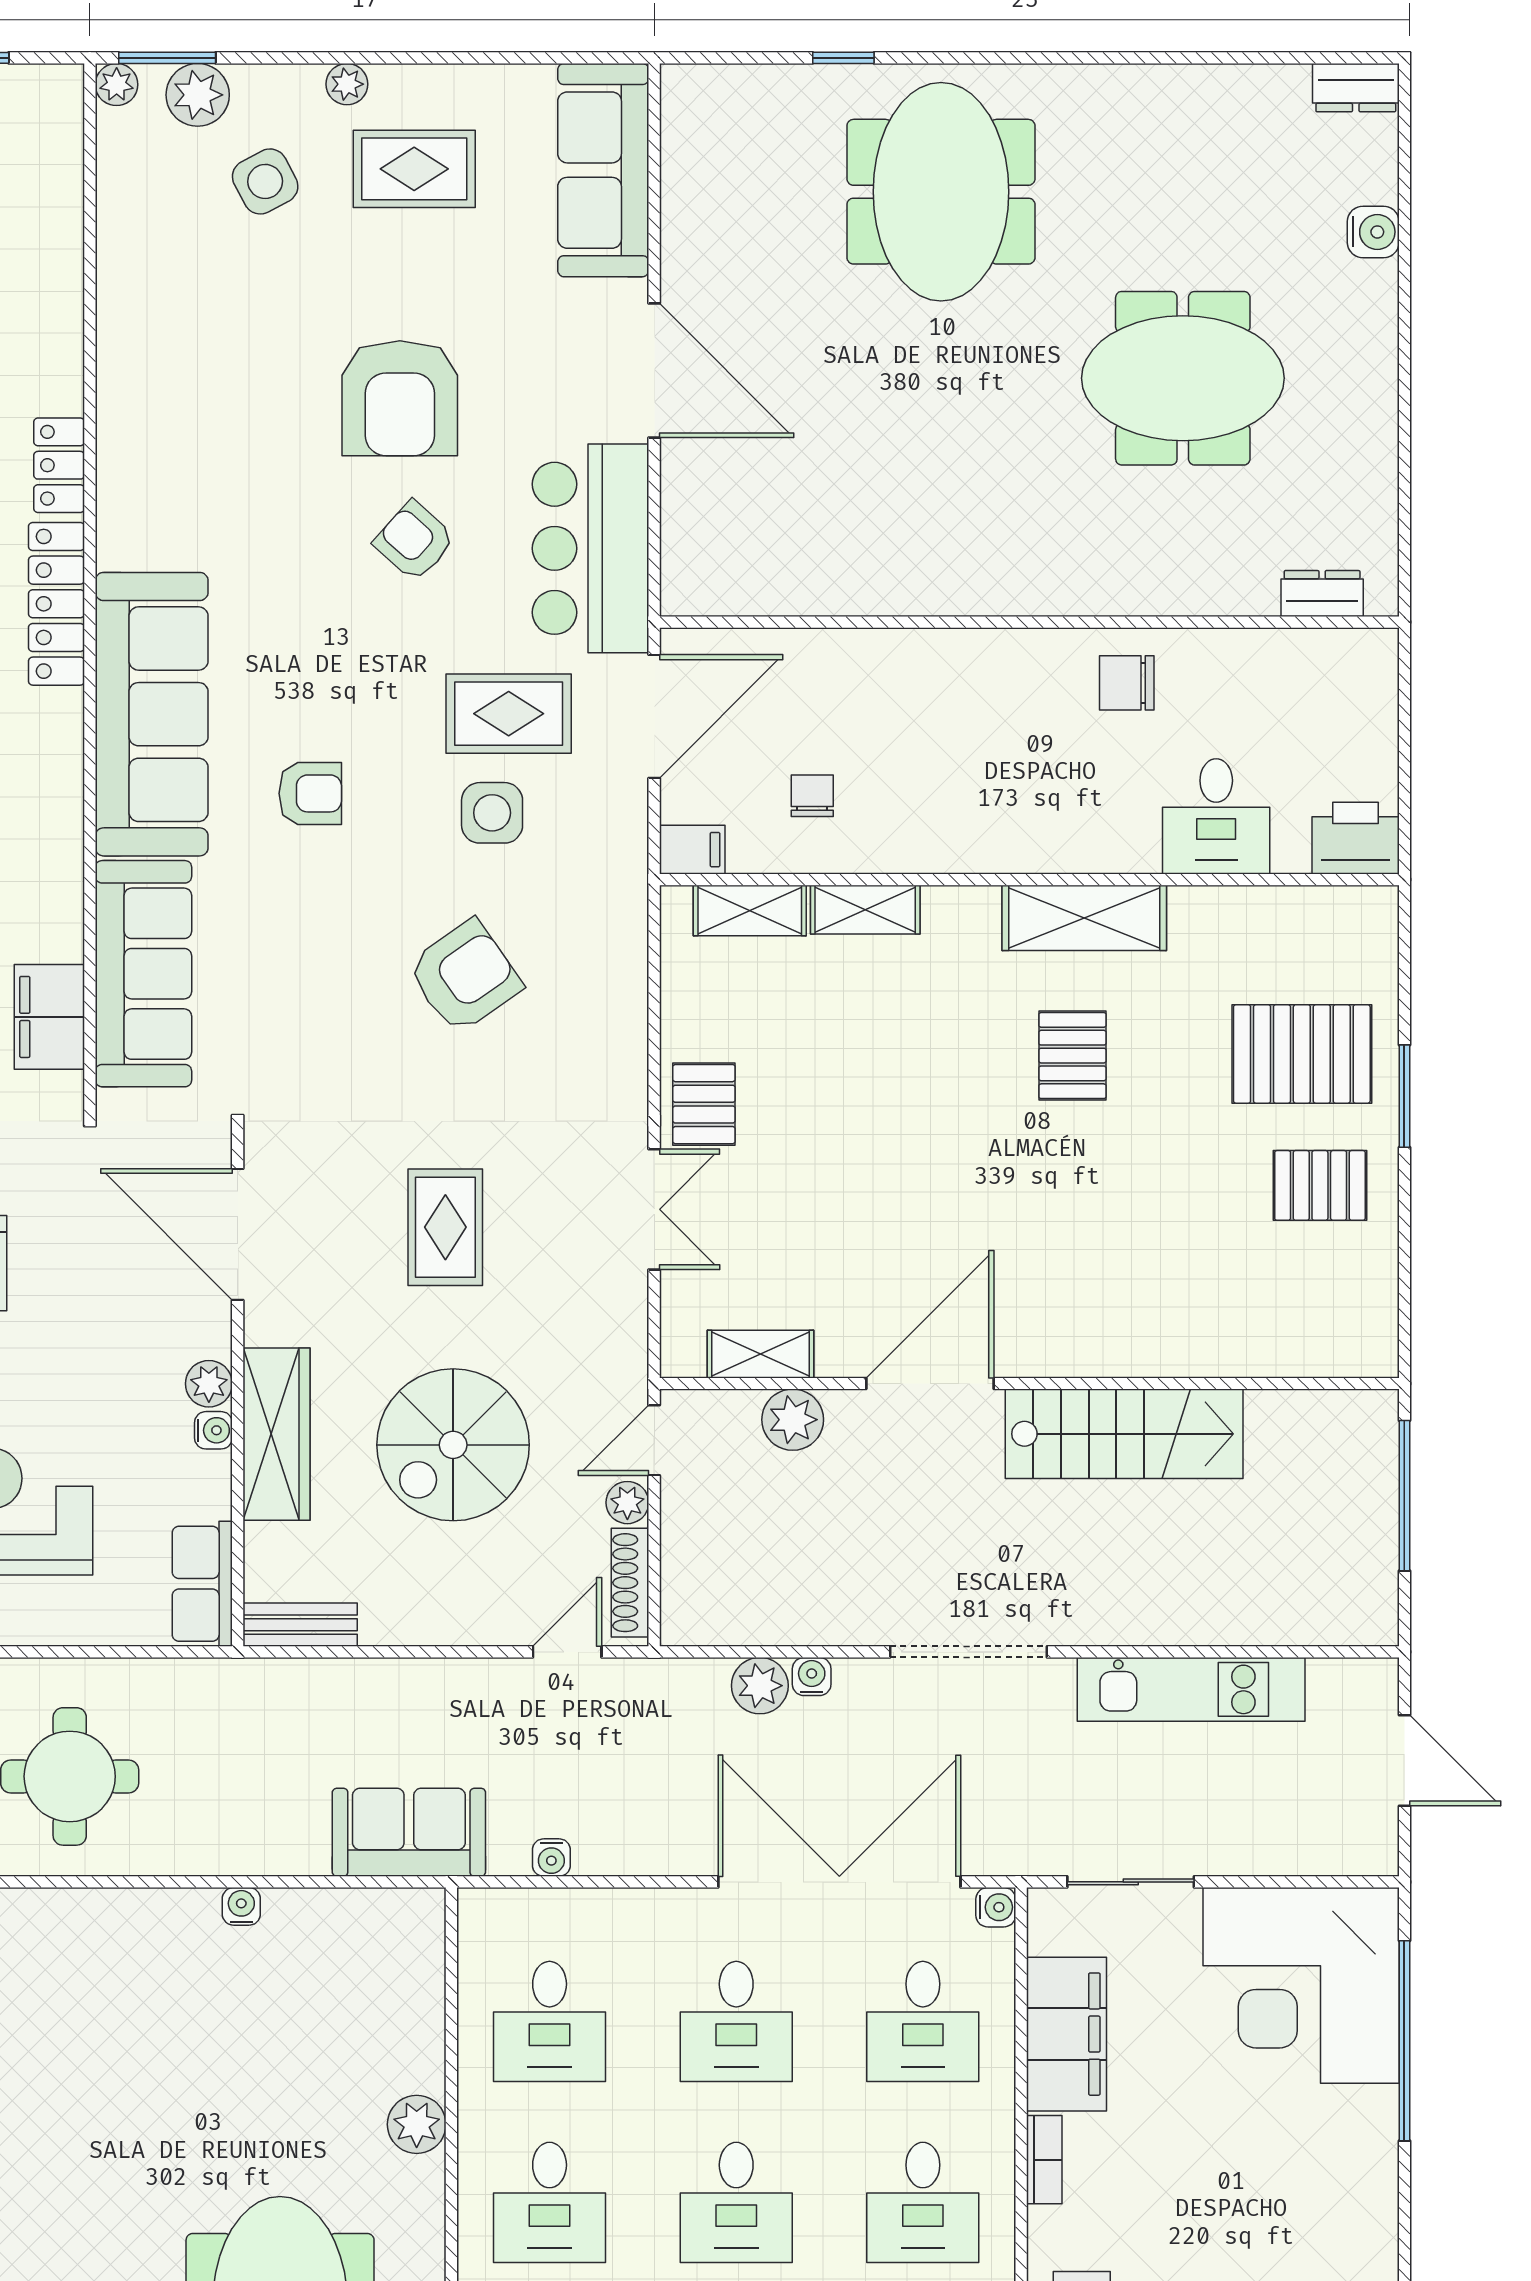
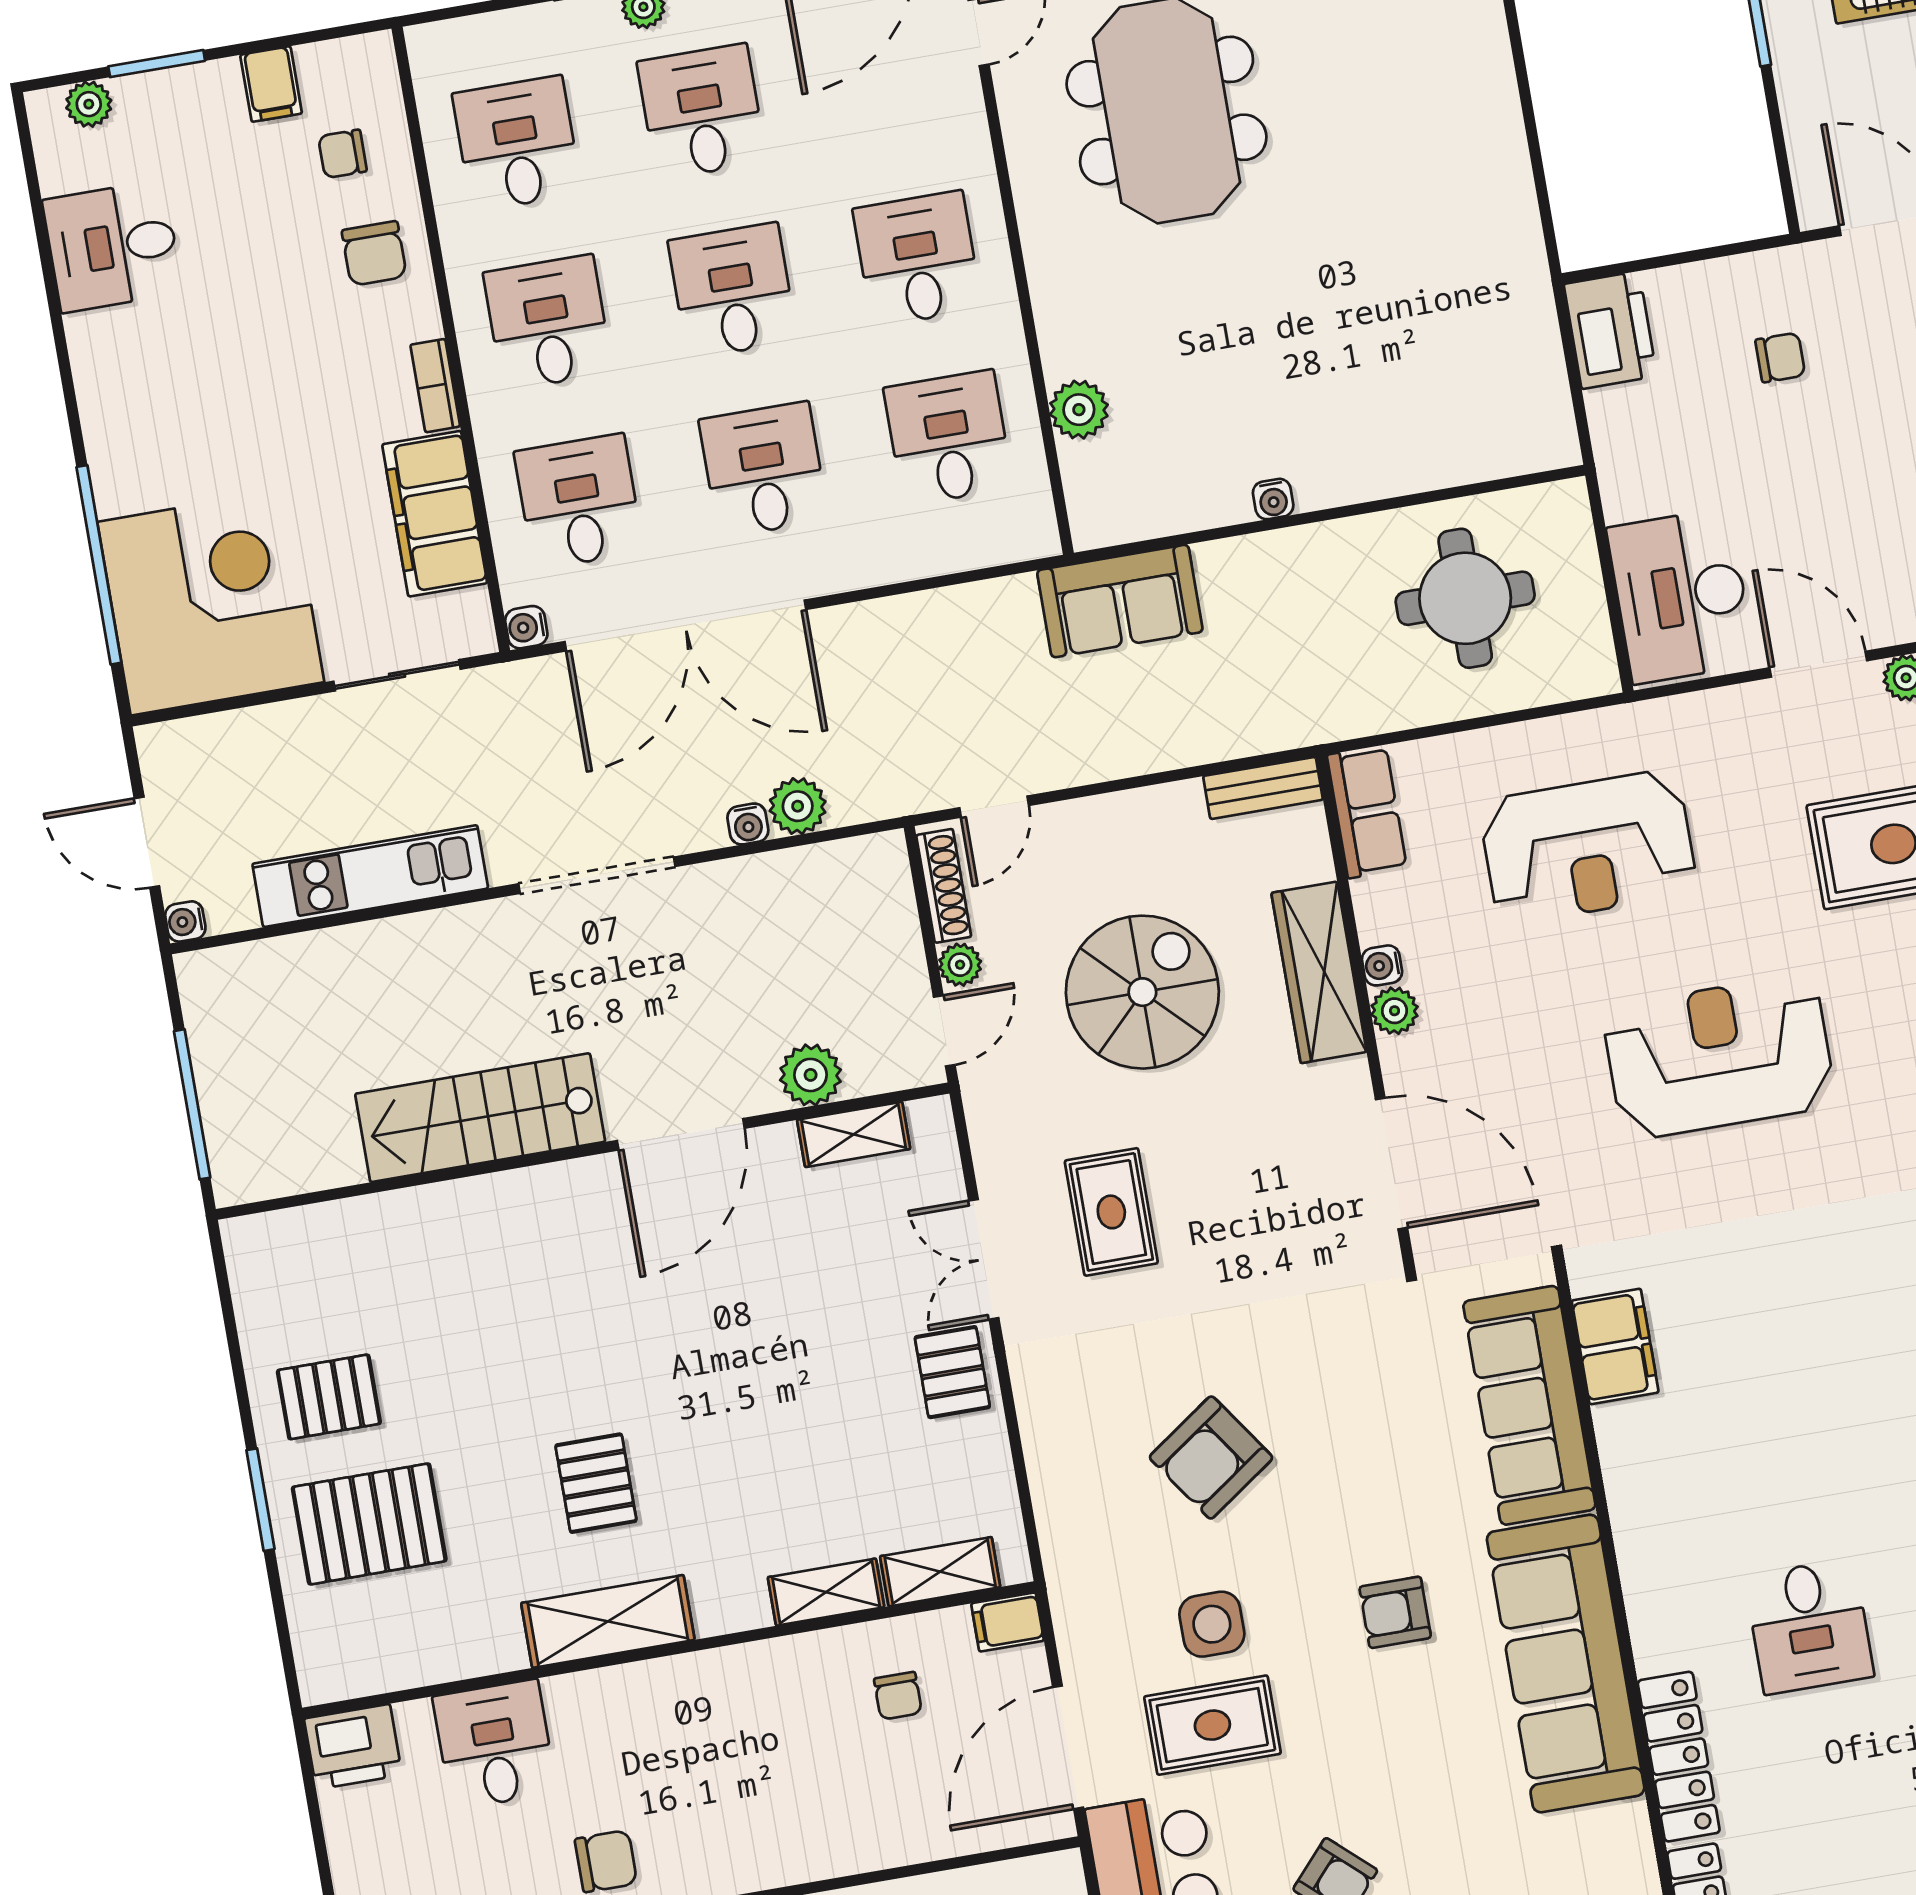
rug: (445, 1227) -> (1111, 1212), moved
water cooler: (551, 1858) -> (185, 921), moved, turned -90
plant: (417, 2124) -> (1079, 410), moved

